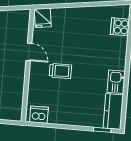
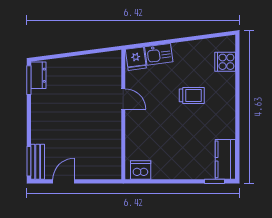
trolley: (60, 71) -> (192, 95), moved
kitchen sink: (116, 82) -> (159, 54), moved, turned -97

